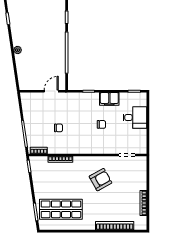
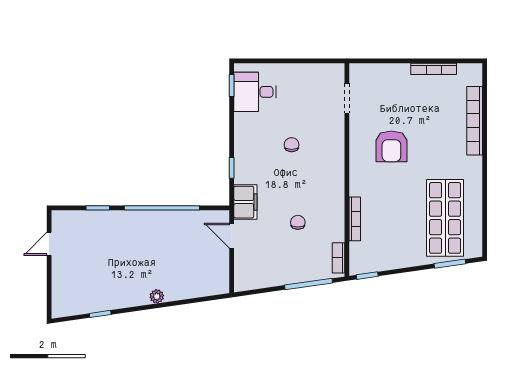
filing cabinet: (109, 99) -> (245, 202), moved
desk: (135, 117) -> (255, 92), moved, turned -90
armchair: (101, 180) -> (391, 146), turned -151

